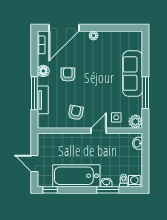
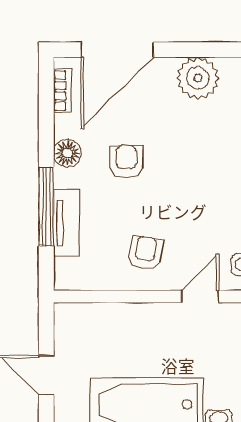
plant: (94, 36) -> (198, 78), width x1.87, depth x1.87

